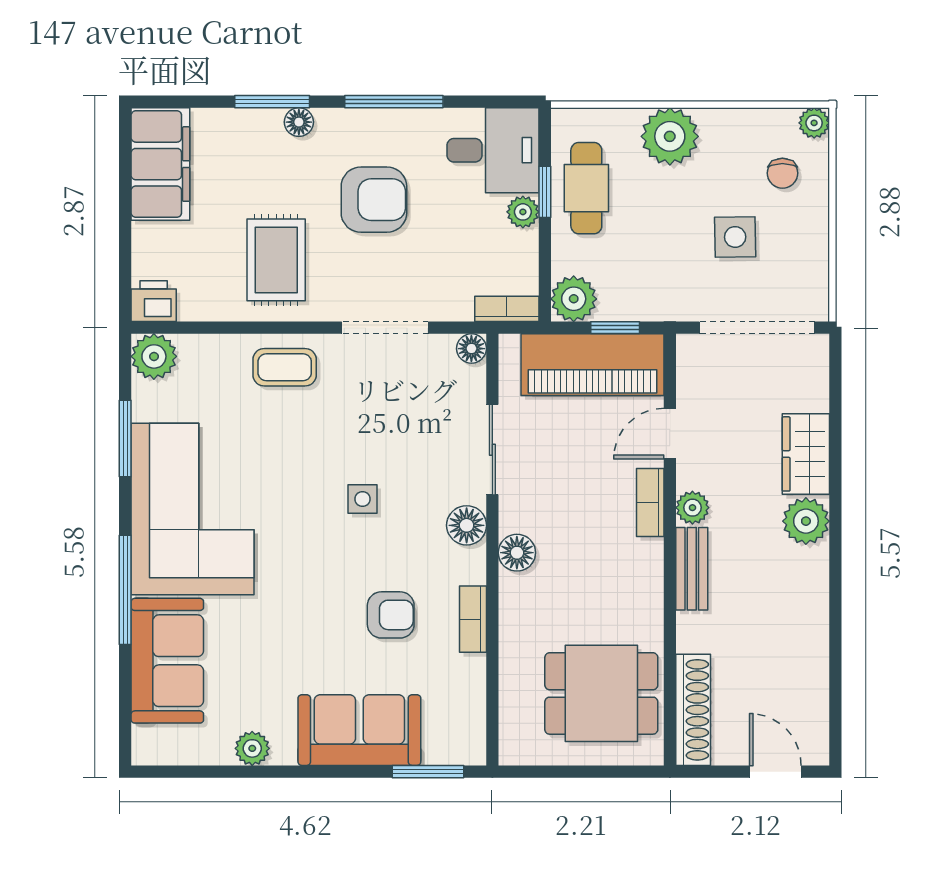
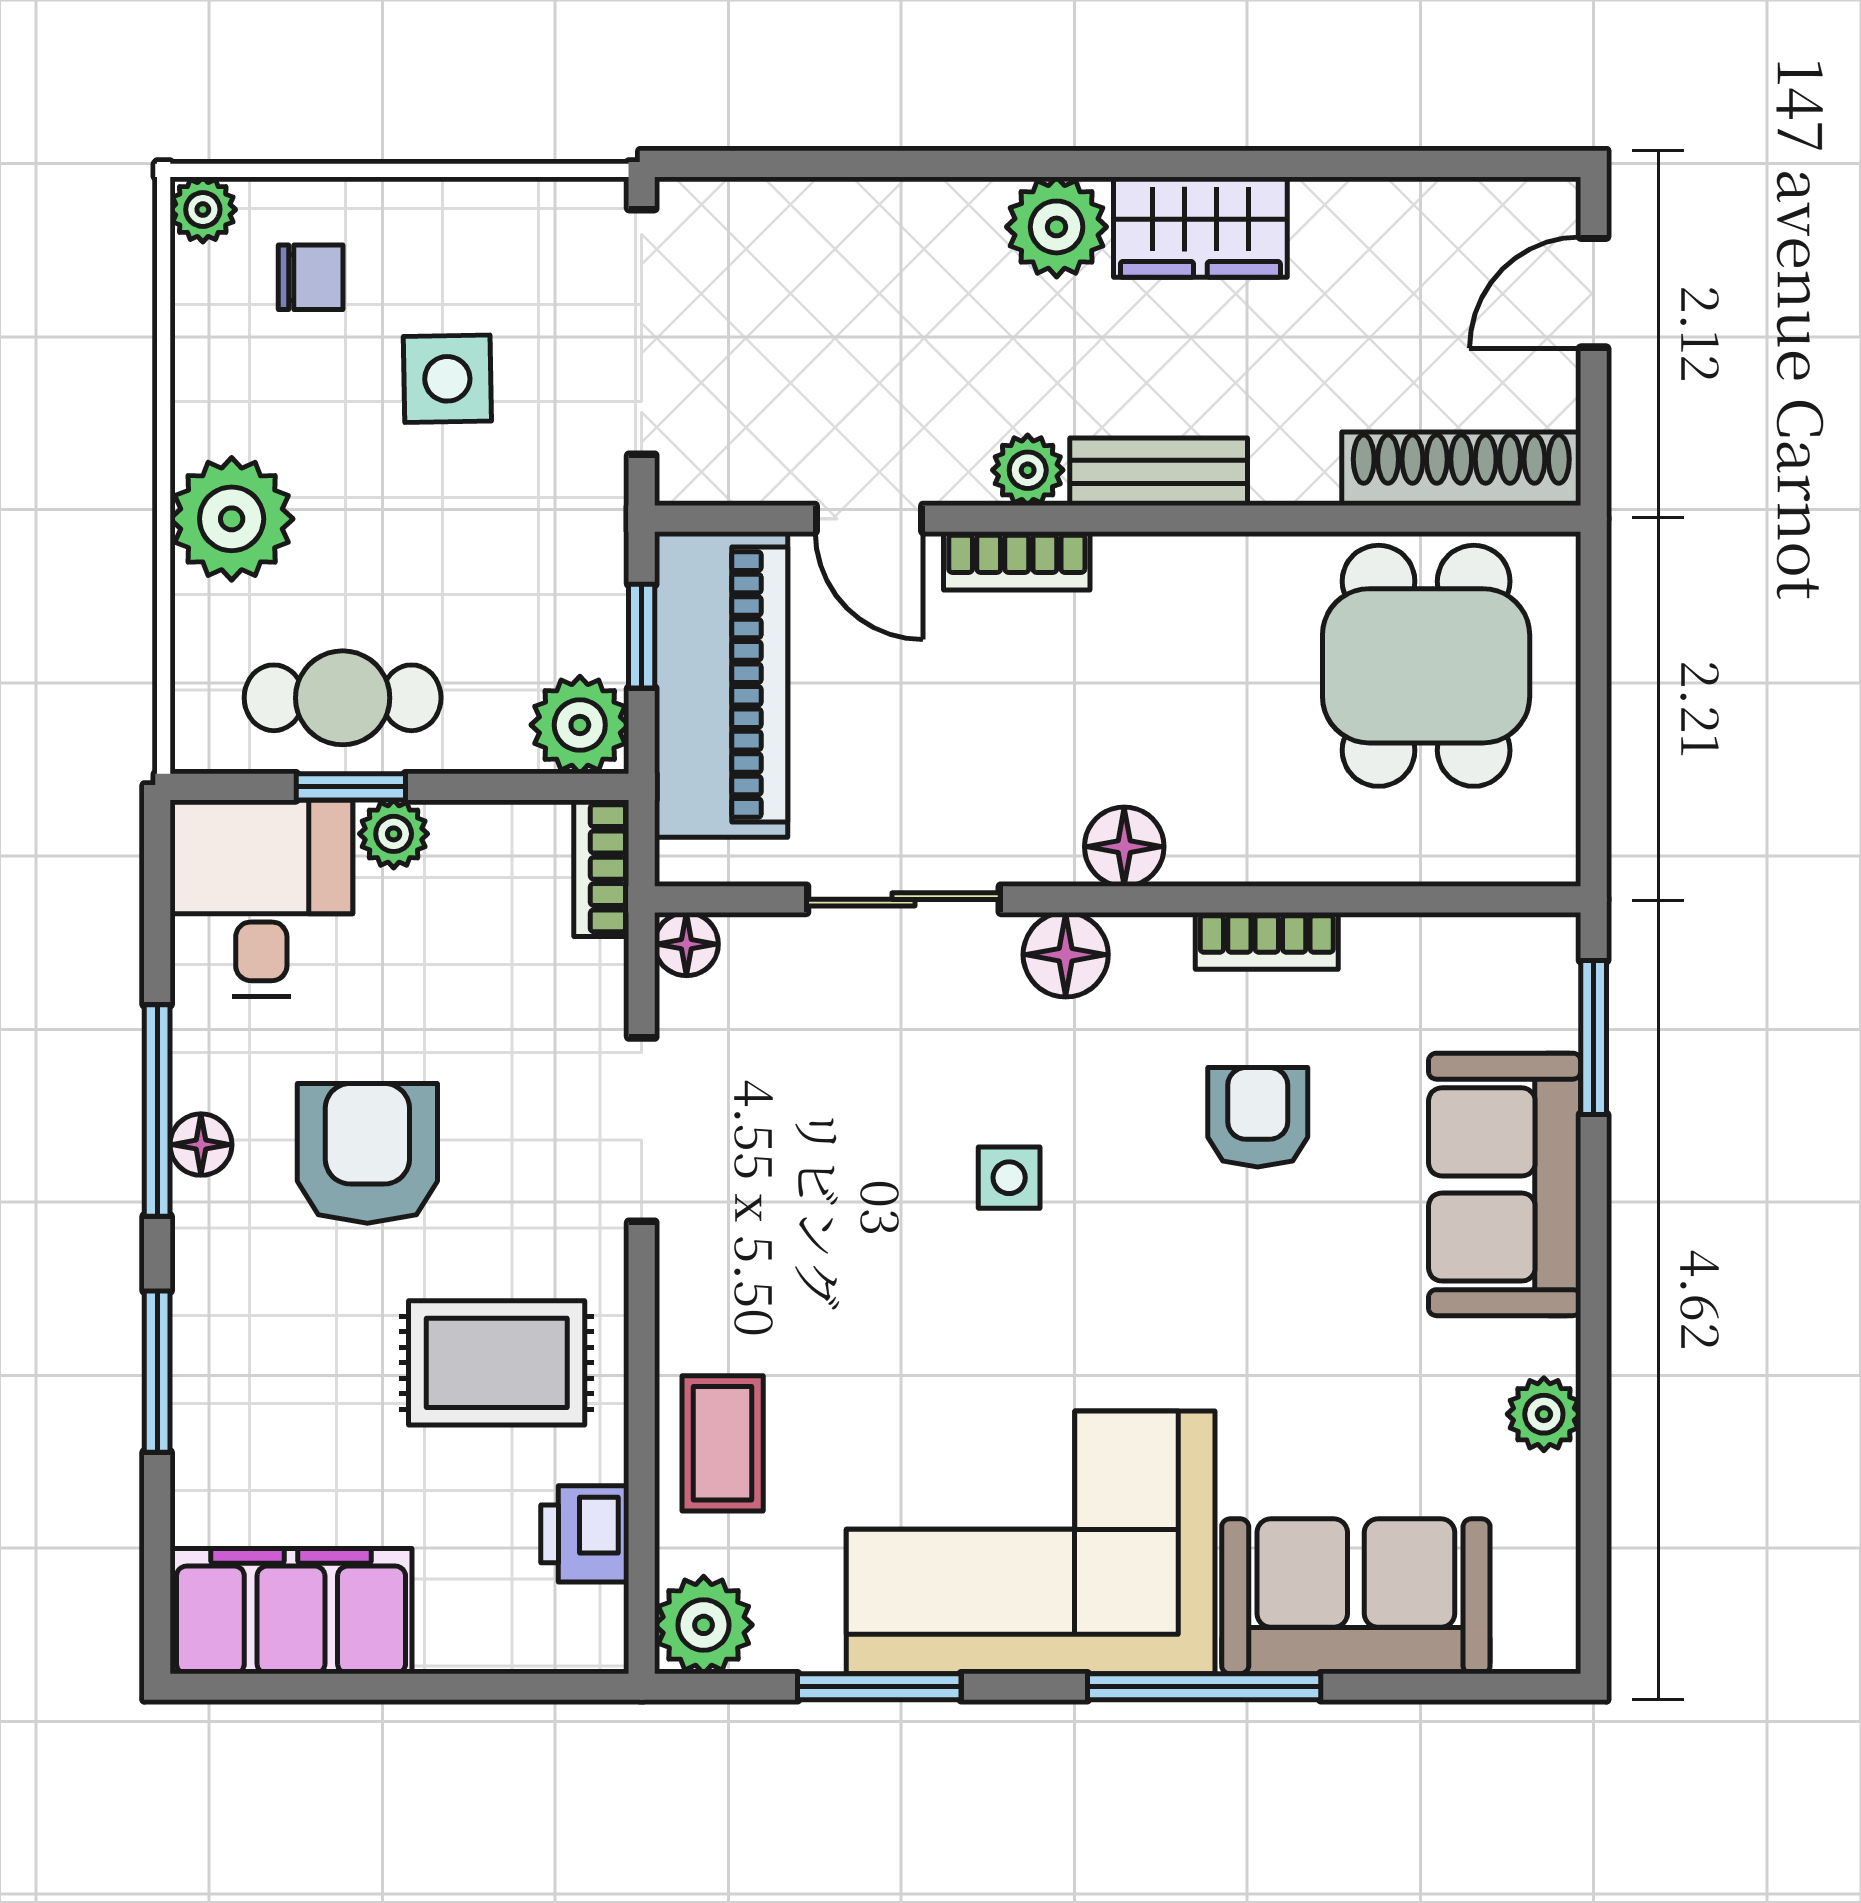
floor lamp: (299, 122) -> (201, 1145), moved
printer: (154, 301) -> (585, 1534), moved
coffee table: (285, 367) -> (723, 1443), moved
wardrobe: (806, 454) -> (1200, 227), moved

